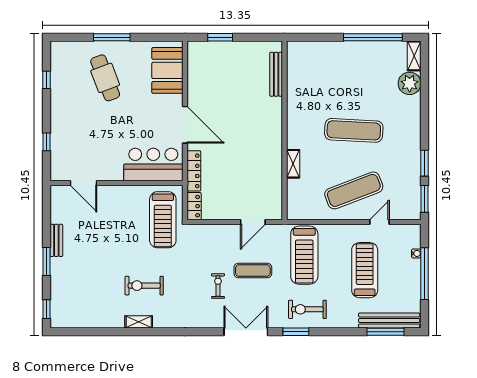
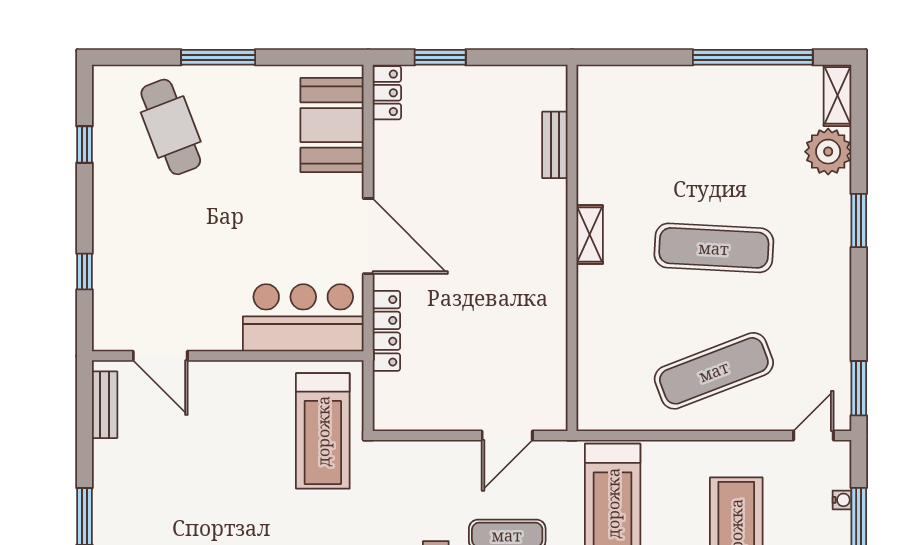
bench: (276, 74) -> (555, 145), width x0.73
cafe table: (105, 78) -> (171, 127), moved
window: (424, 163) -> (859, 220), moved
shelving: (293, 164) -> (590, 235), moved
locker: (194, 206) -> (387, 93), moved
door: (379, 222) -> (813, 436), moved
bench: (56, 240) -> (105, 405), moved

